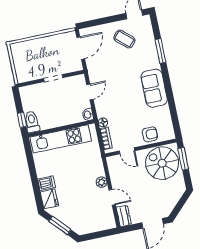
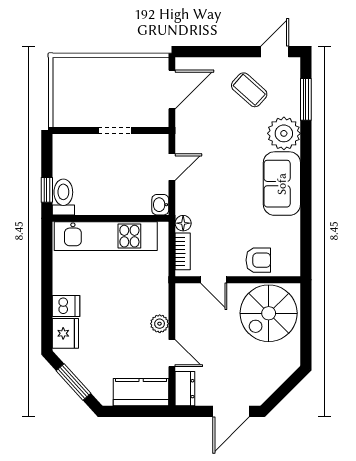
window: (160, 51) -> (306, 99), moved
plant: (149, 60) -> (284, 133), added
window: (183, 159) -> (306, 313), removed
spiral stairs: (162, 163) -> (269, 313), turned -90
kitchen counter: (99, 223) -> (141, 392), added

